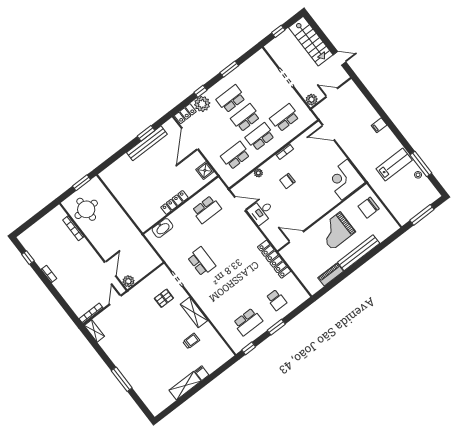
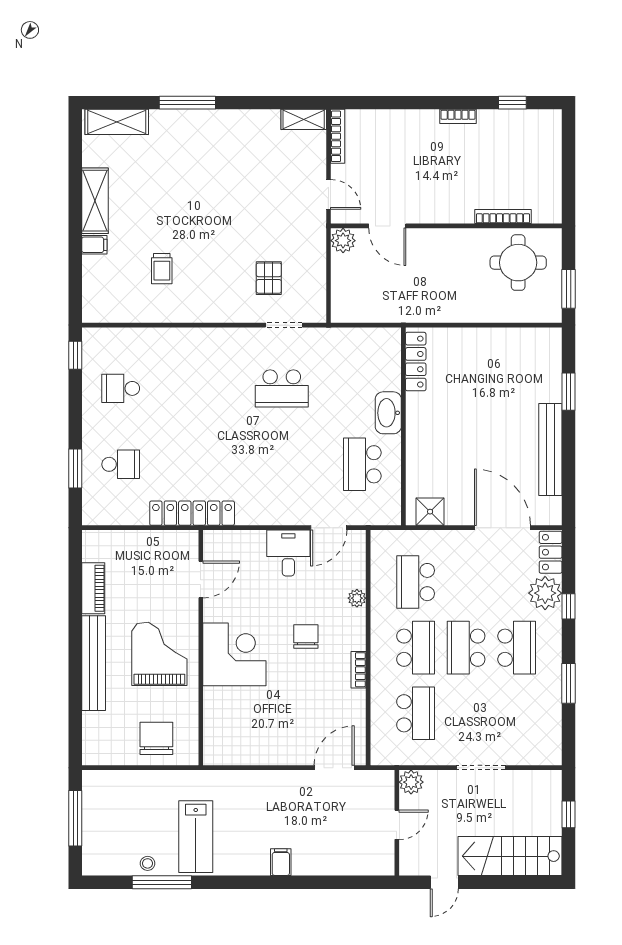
school desk: (245, 118) -> (466, 648), turned 180
window: (146, 133) -> (569, 392), moved
school desk: (235, 156) -> (416, 582), turned 180
corner desk: (345, 180) -> (234, 654), moved
locker: (174, 202) -> (416, 362), moved
washbasin: (162, 228) -> (388, 413), moved
school desk: (276, 300) -> (121, 464), turned 180
shelving: (194, 312) -> (117, 122), moved
school desk: (248, 322) -> (121, 388), width x0.54
window: (276, 327) -> (75, 469), moved

